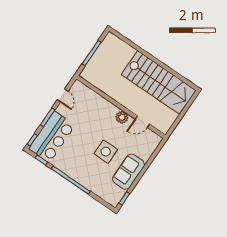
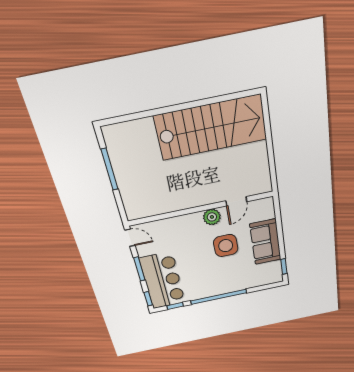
wall: (121, 107) -> (201, 209), moved
plant: (122, 117) -> (212, 217), moved
door: (142, 122) -> (236, 201), moved

